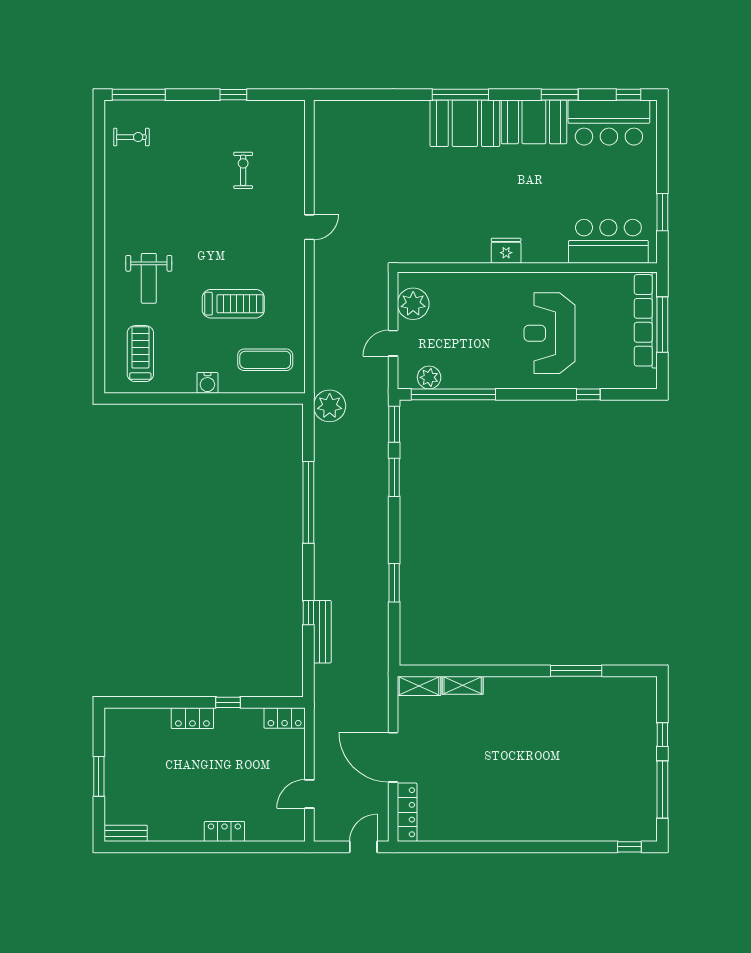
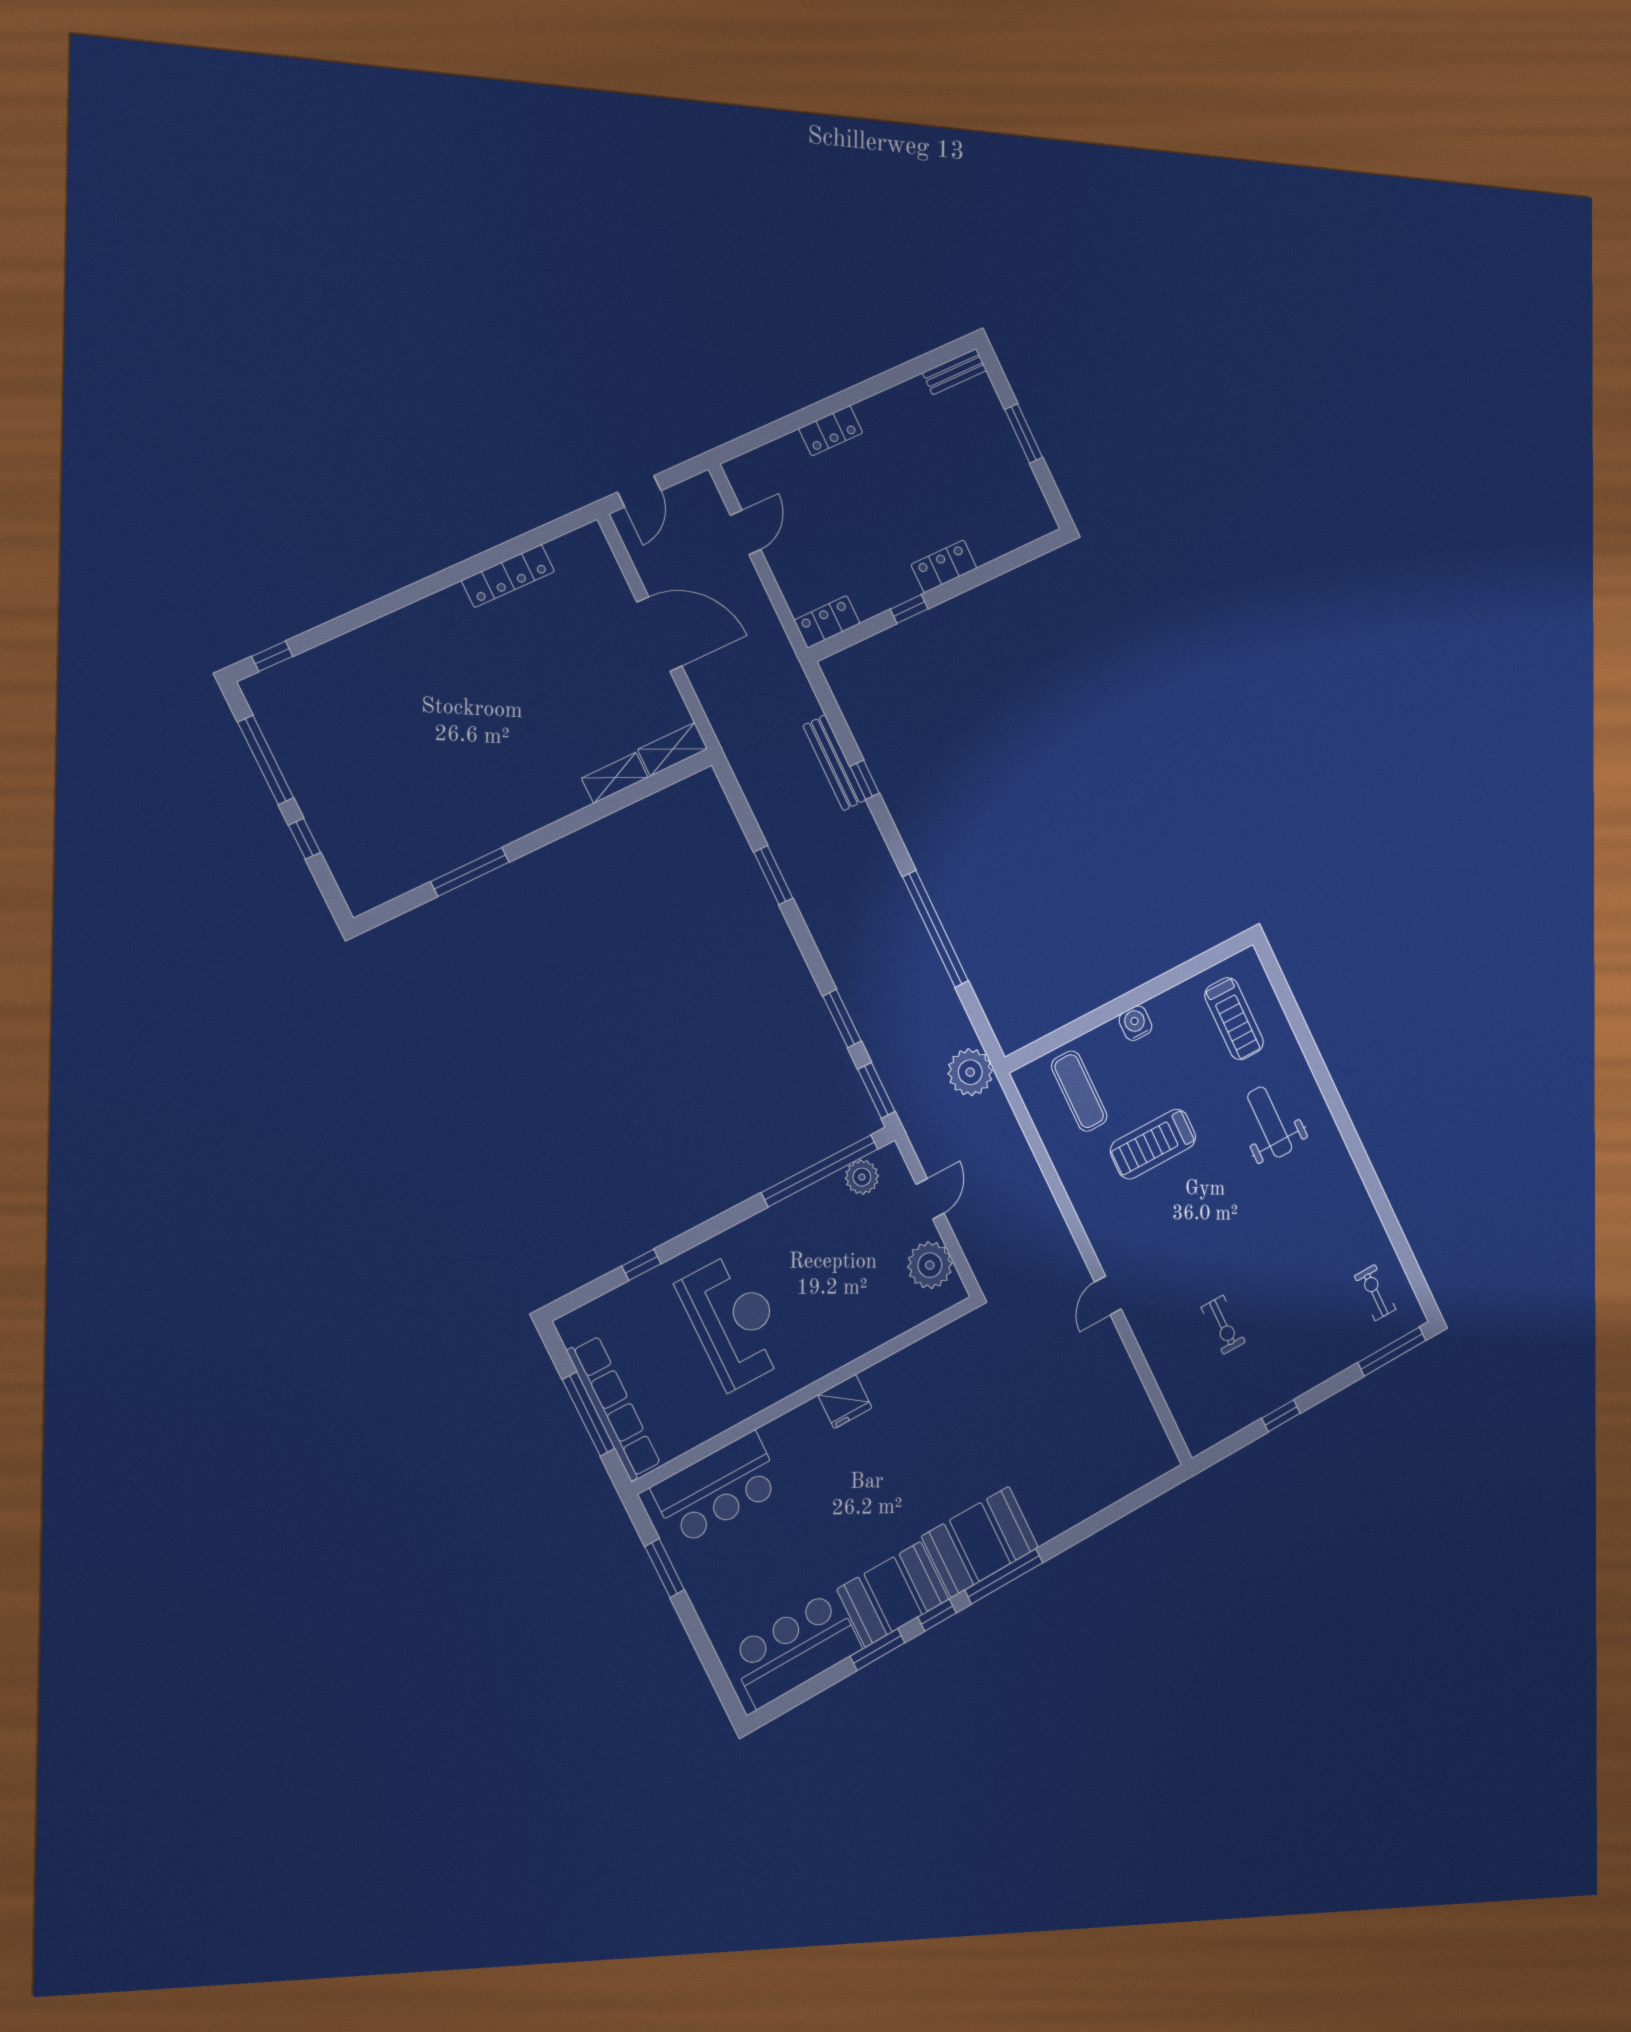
window: (629, 95) -> (937, 1615), moved
exercise bike: (131, 137) -> (1375, 1293), turned 90
exercise mat: (265, 360) -> (1079, 1091), turned 90
locker: (407, 812) -> (508, 576), moved, turned -90

